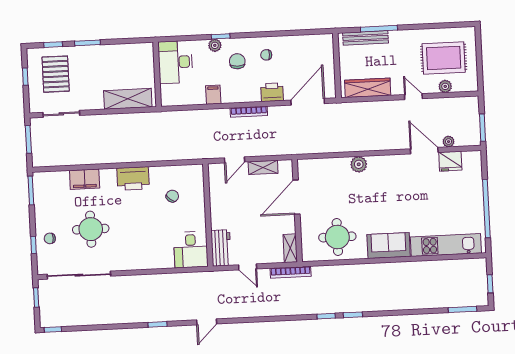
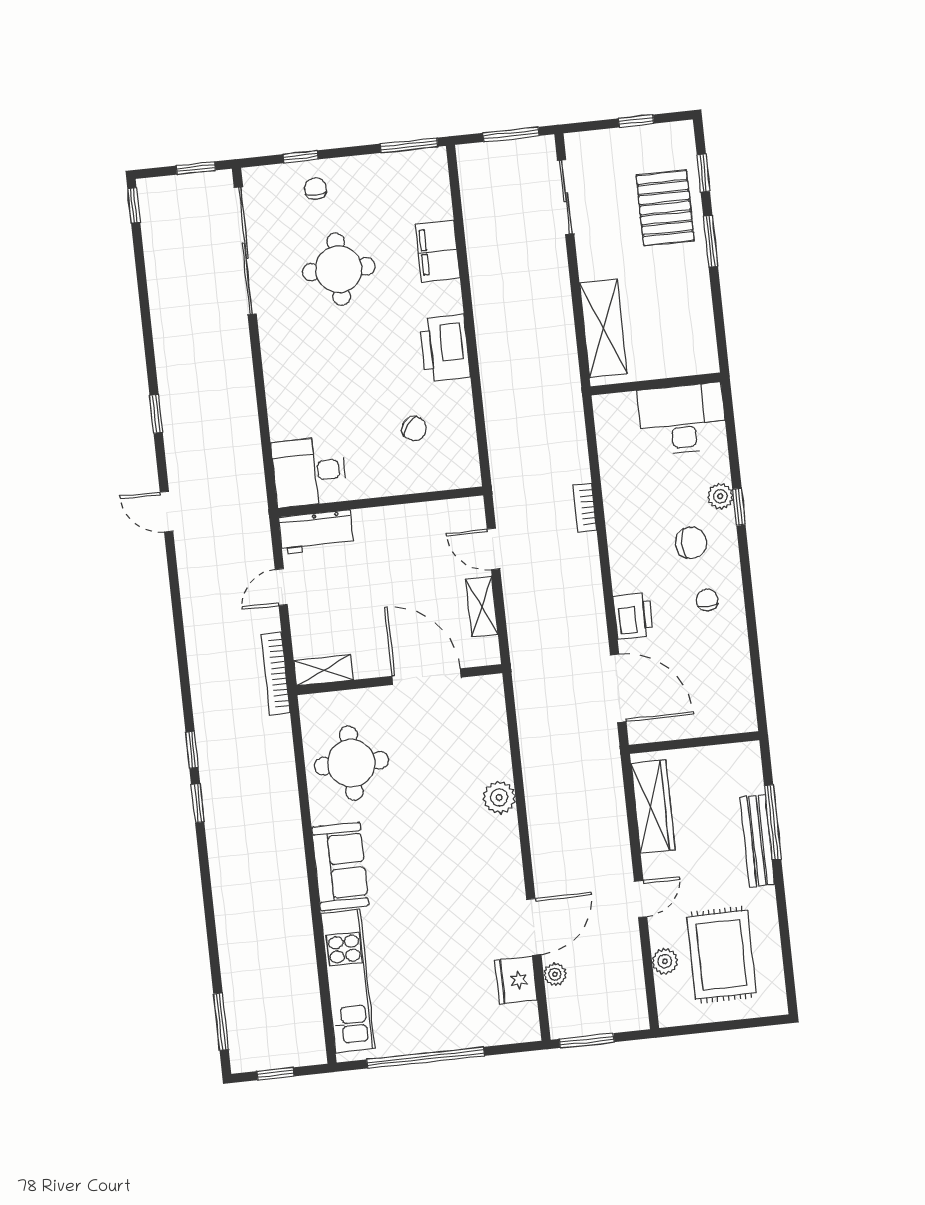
bench: (366, 38) -> (757, 841), moved
pallet: (56, 74) -> (665, 208), moved, turned 90
filing cabinet: (213, 95) -> (621, 499), removed
bookcase: (249, 112) -> (585, 507), moved, width x0.64

